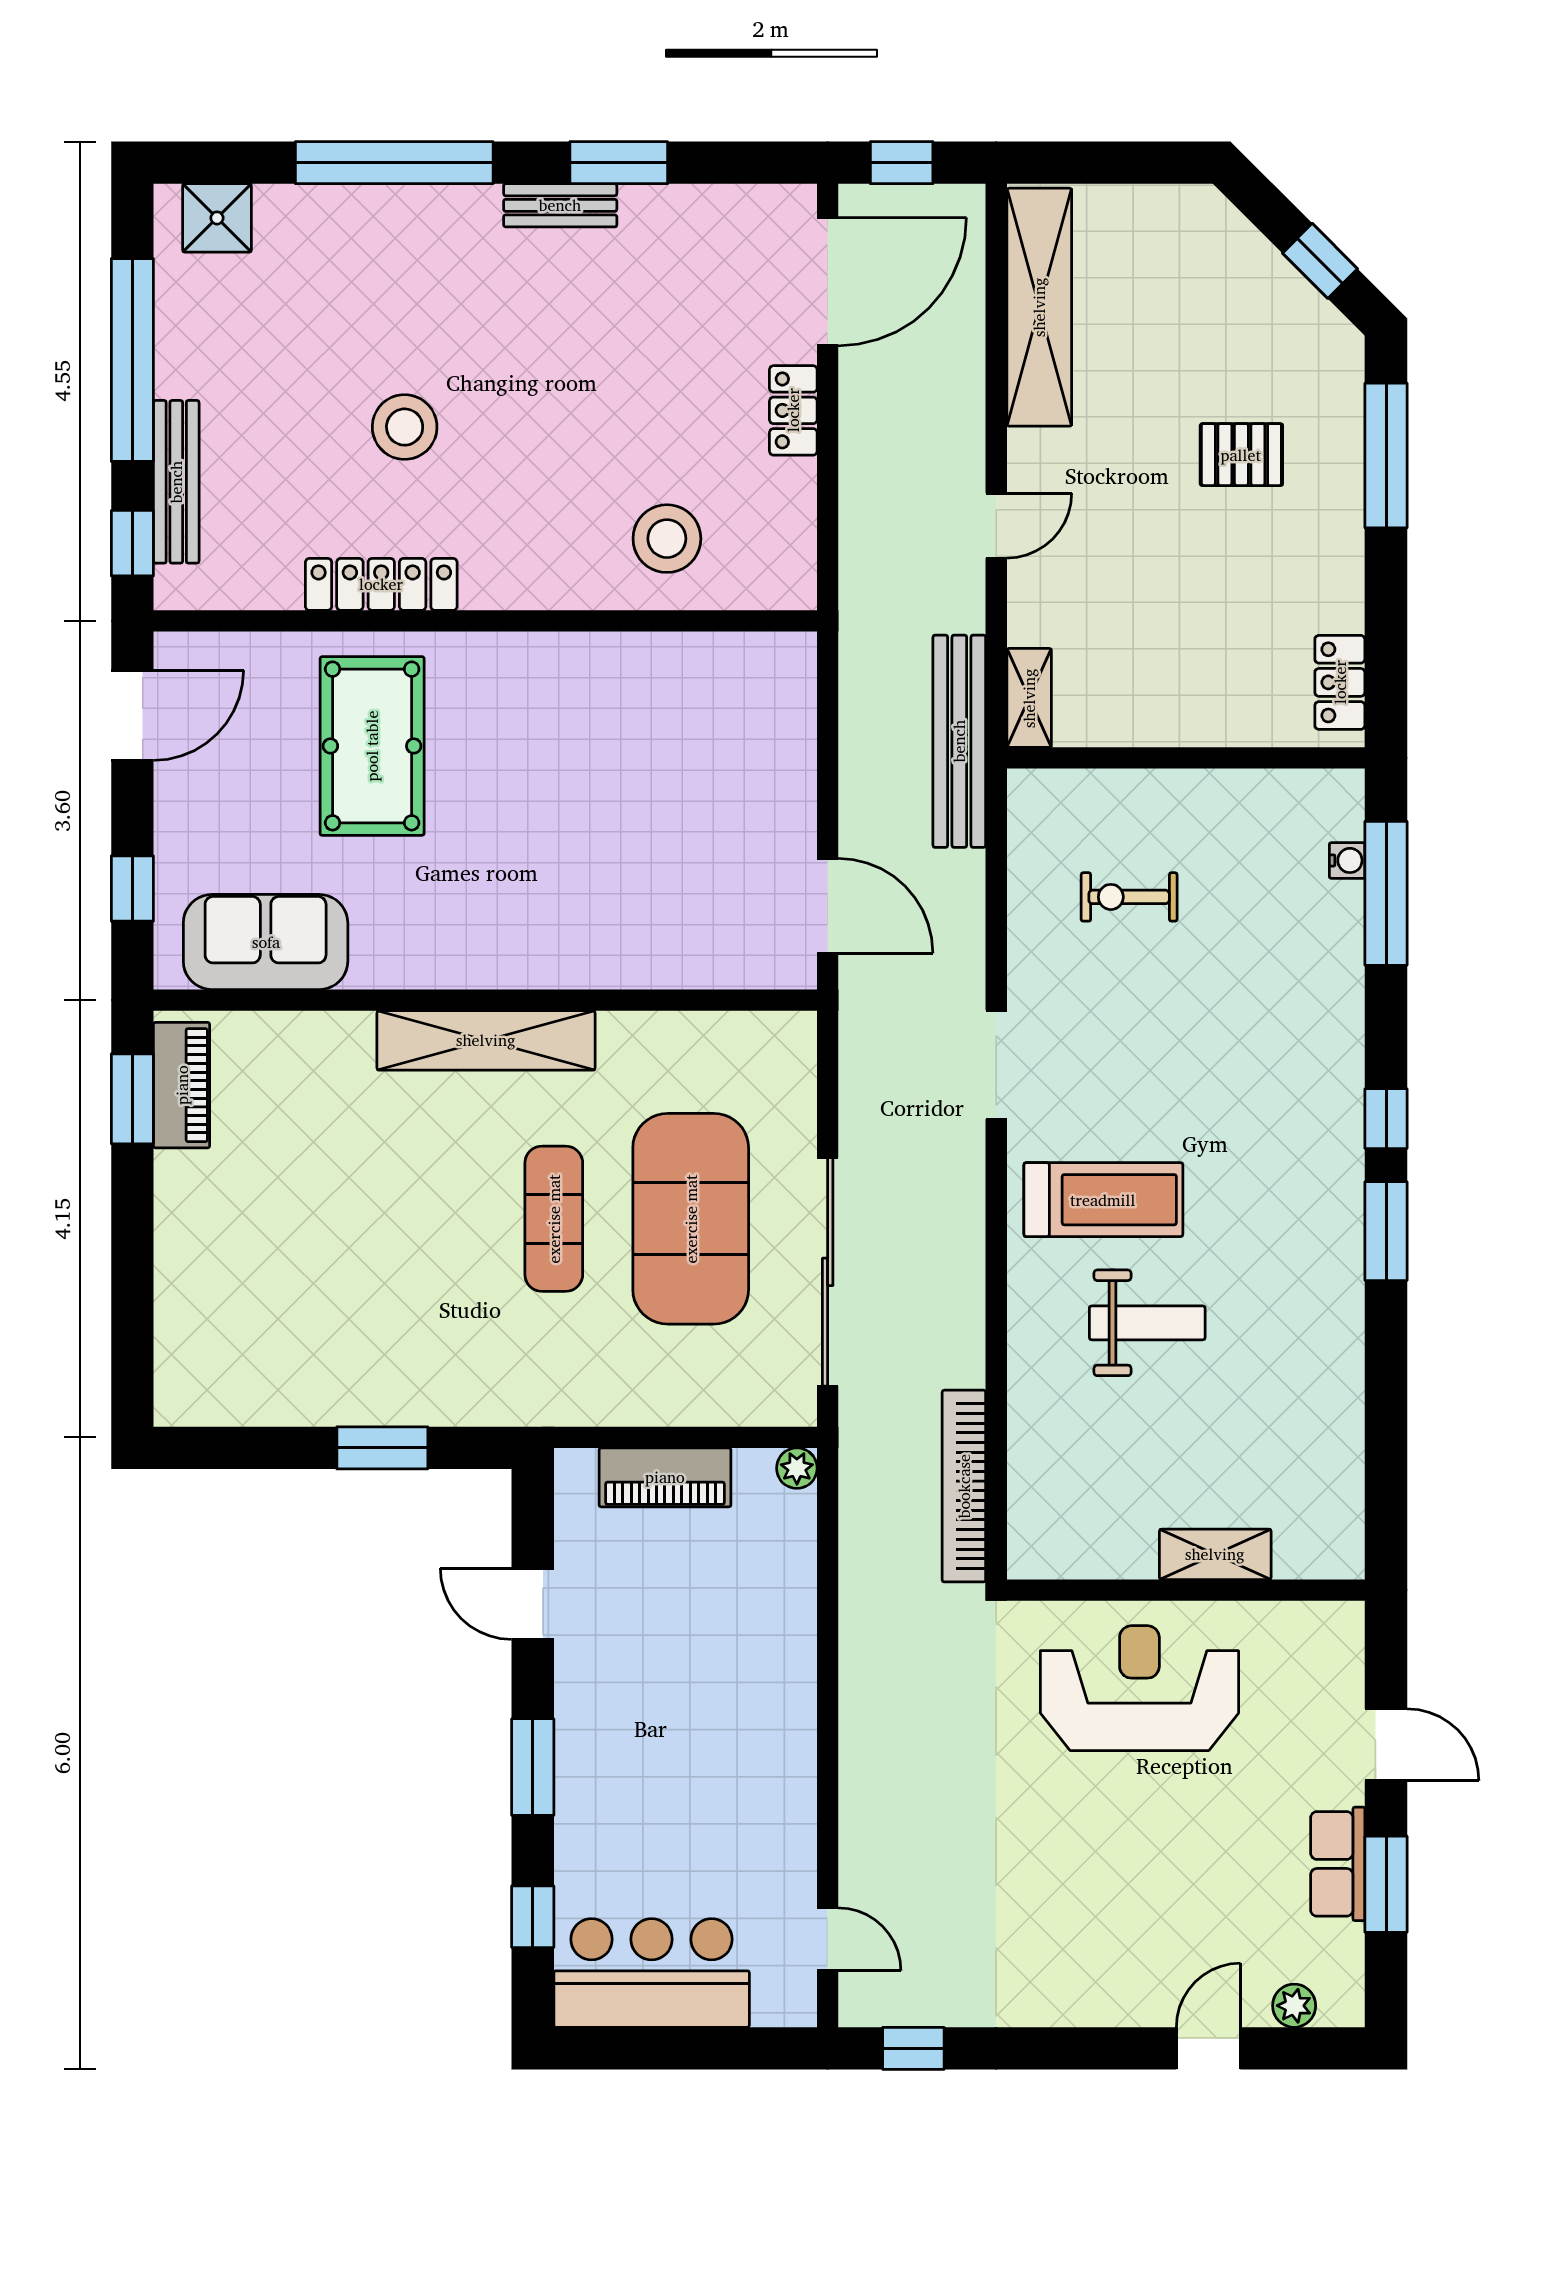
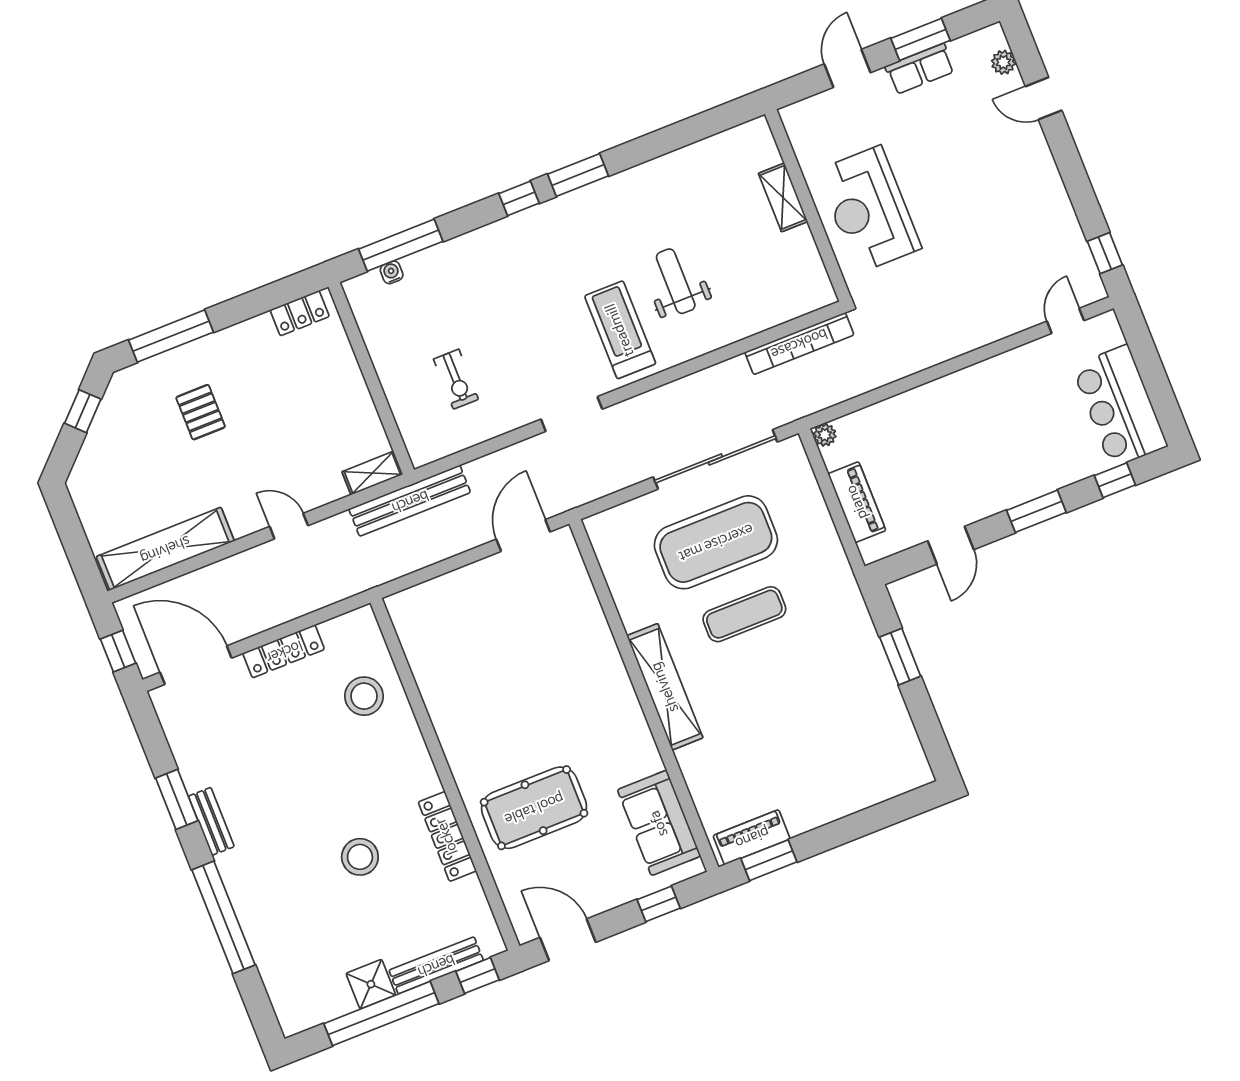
shower: (217, 218) -> (371, 984), moved
locker: (793, 410) -> (284, 651), width x1.53

